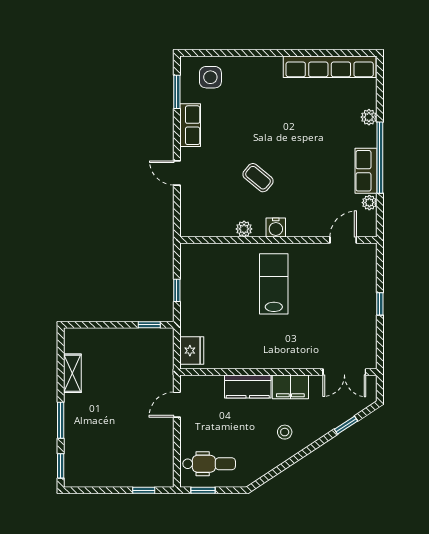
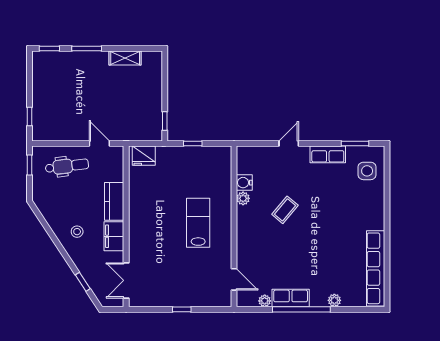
water cooler: (276, 227) -> (244, 183), moved
lab bench: (274, 284) -> (198, 223), turned -90
dental chair: (209, 464) -> (67, 166), moved, turned -97

